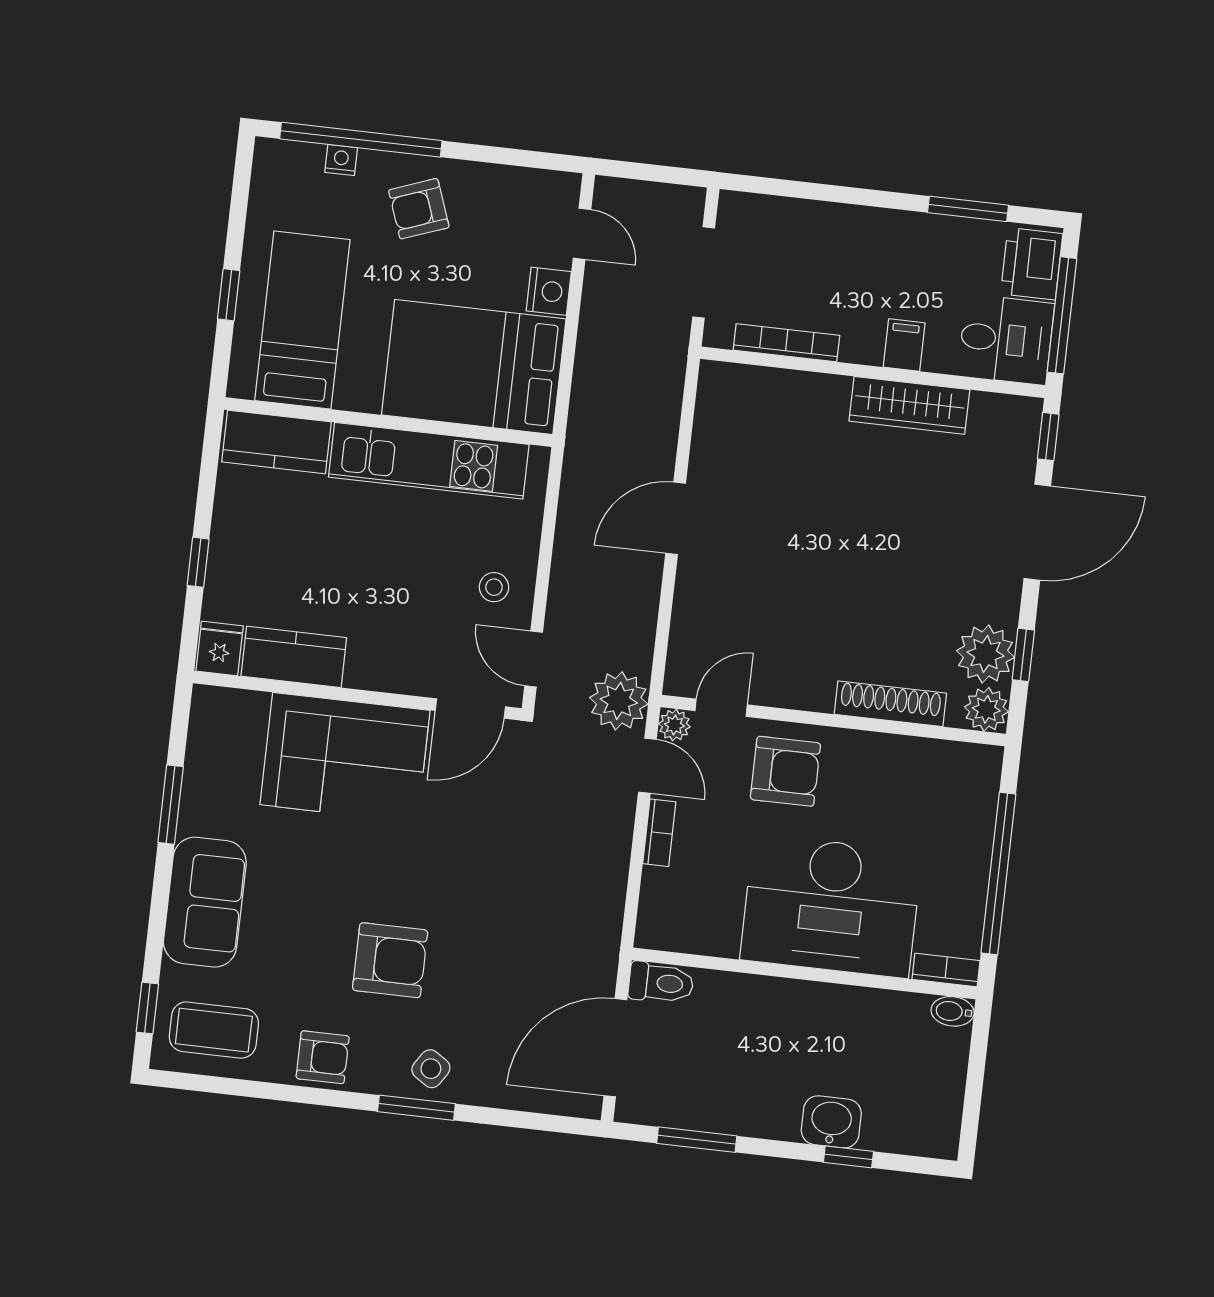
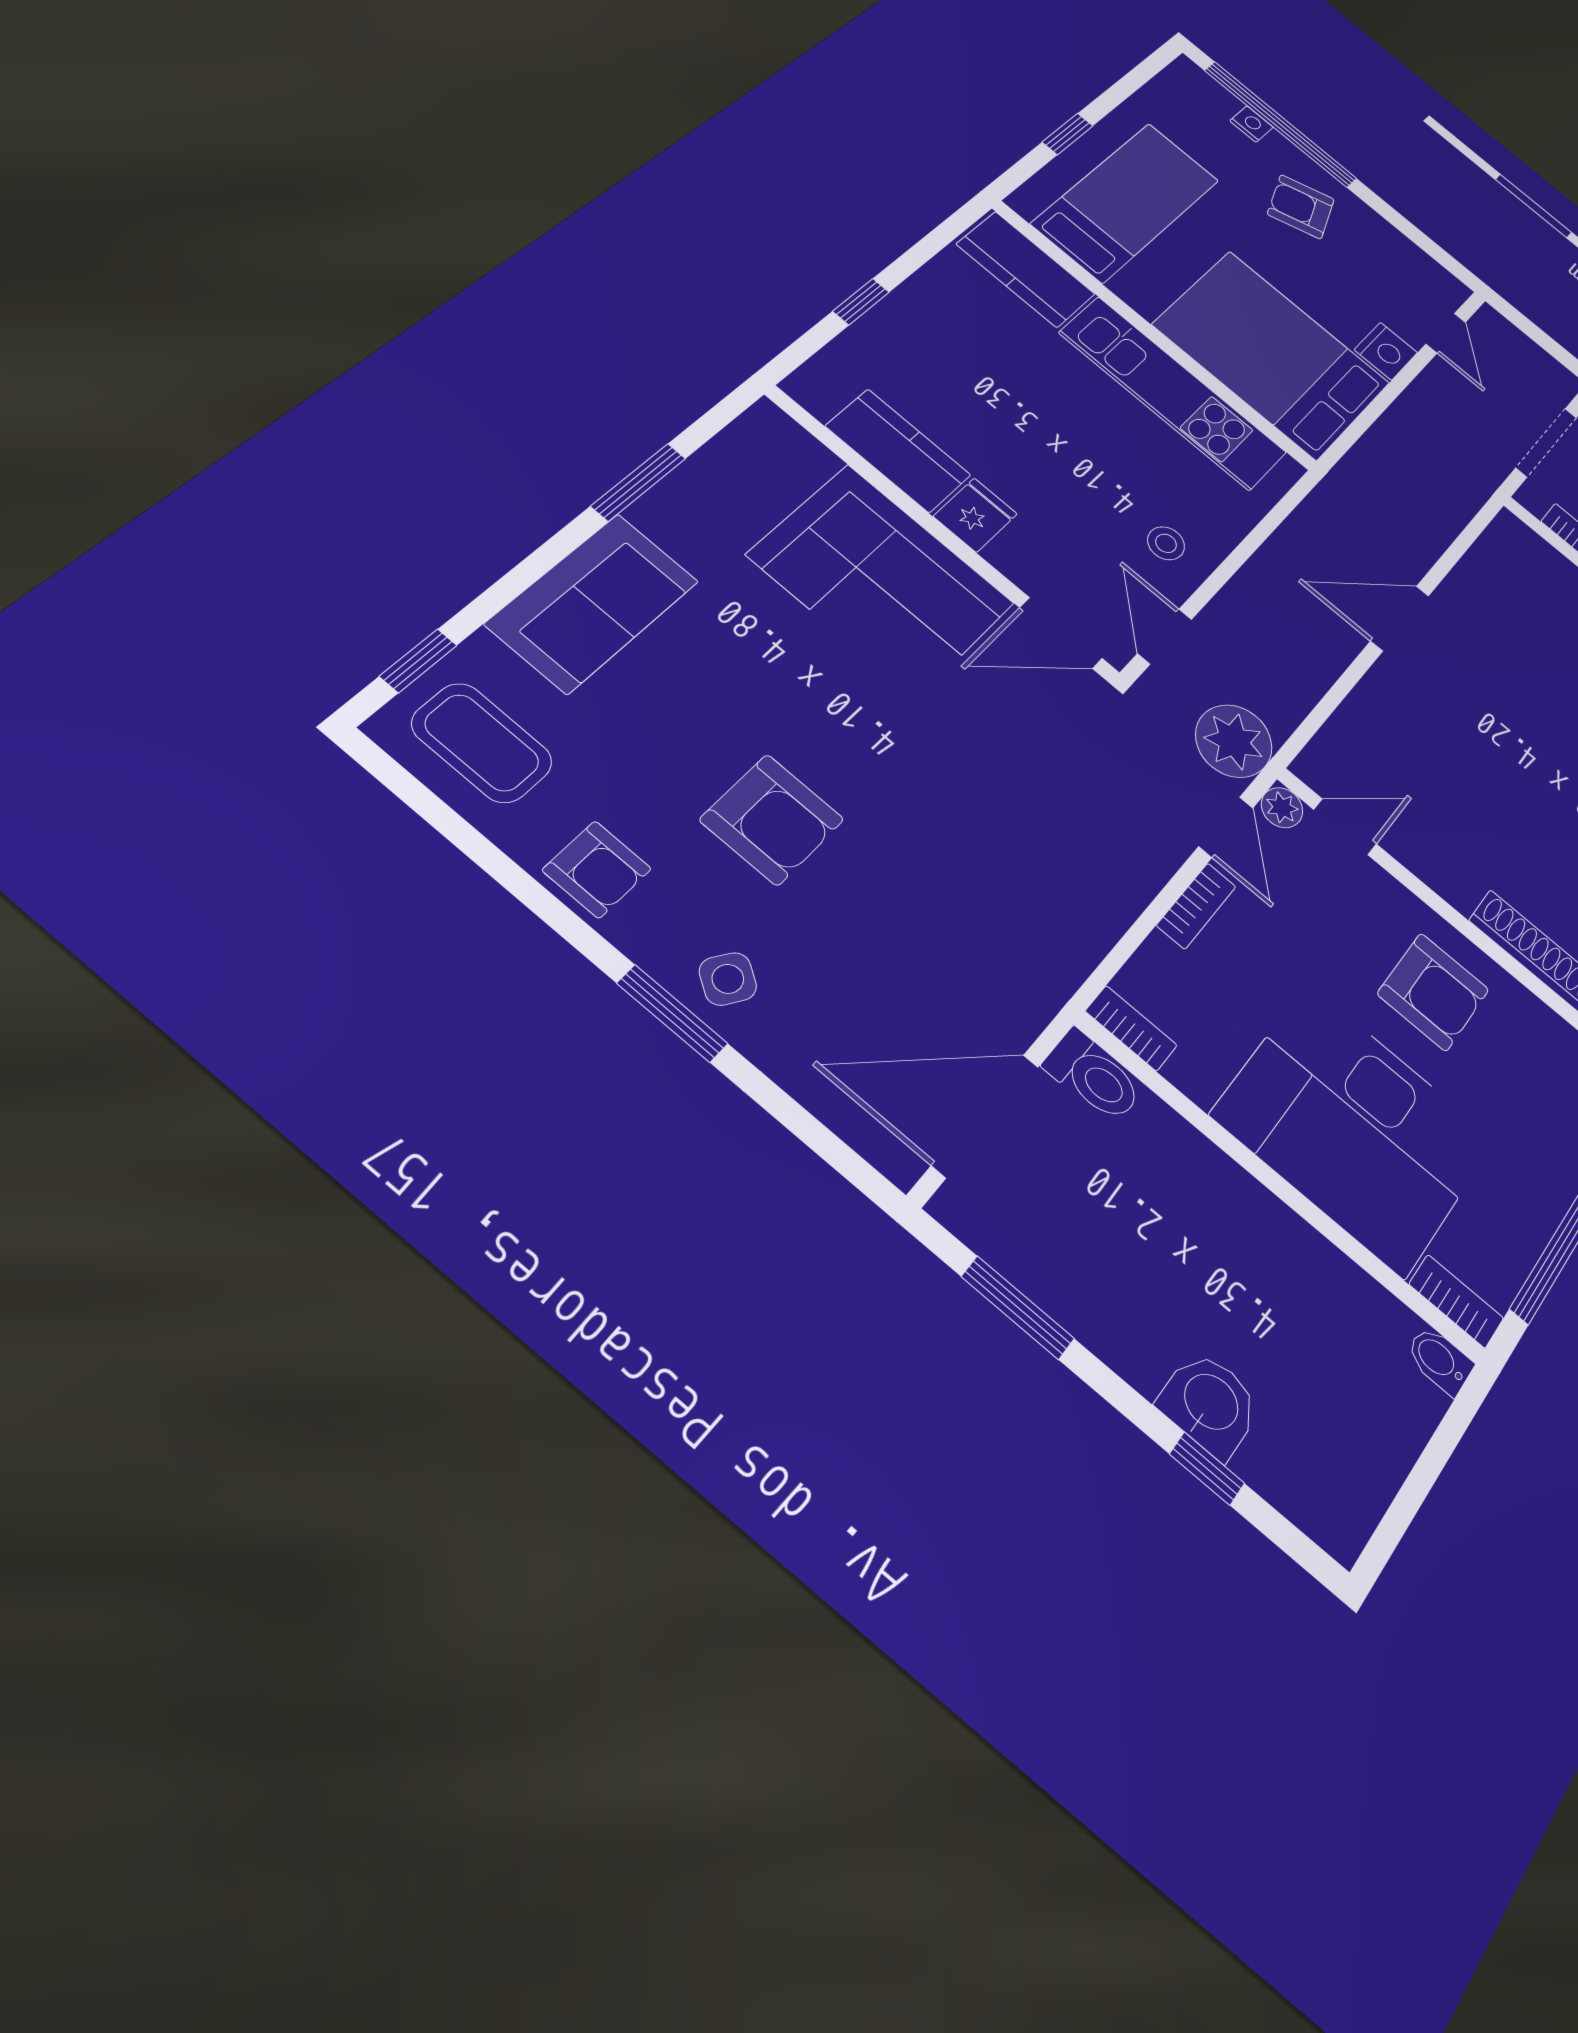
fridge: (220, 648) -> (975, 515), moved
armchair: (785, 771) -> (1433, 992), moved
bookcase: (666, 939) -> (1131, 1028), added

